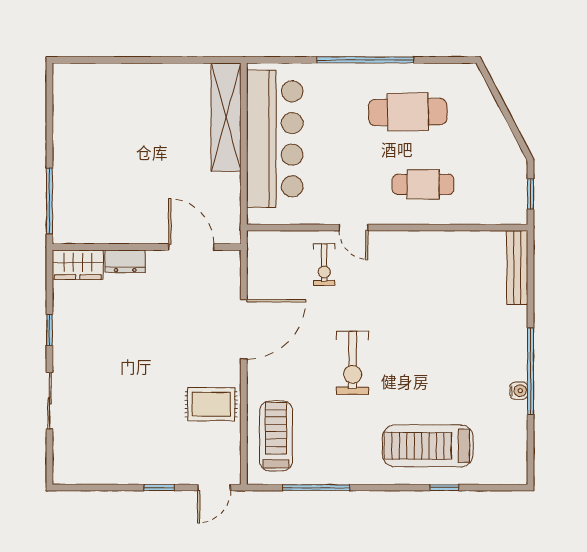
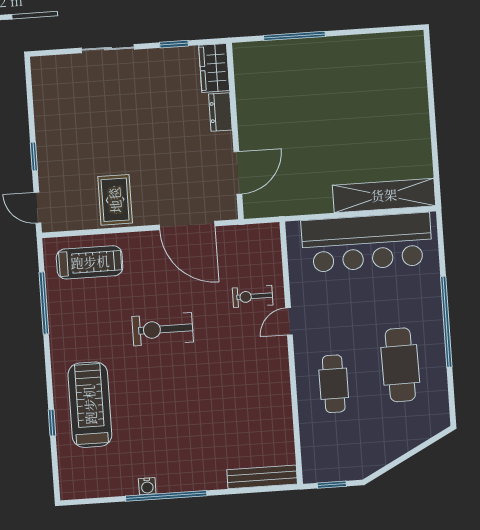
wall: (147, 247) -> (235, 131), moved
door: (191, 247) -> (238, 173), moved
dresser: (125, 261) -> (220, 112), moved
wardrobe: (78, 265) -> (214, 68), moved

